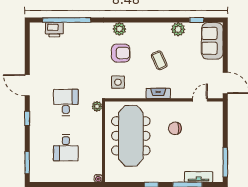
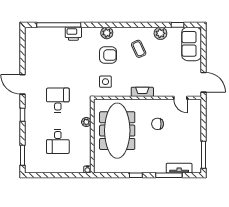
printer: (54, 30) -> (73, 34), moved
coffee table: (159, 60) -> (139, 49), moved
door: (200, 100) -> (180, 98), swing flipped
plant: (97, 106) -> (86, 122), moved

